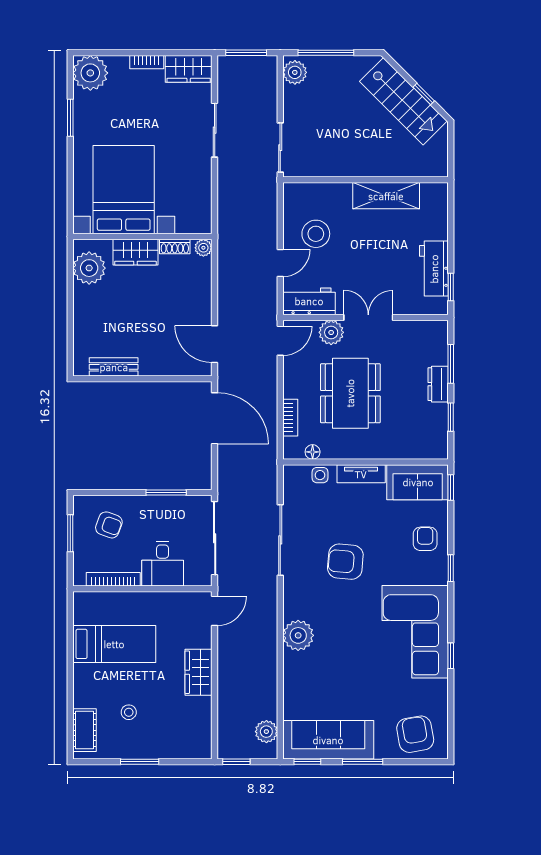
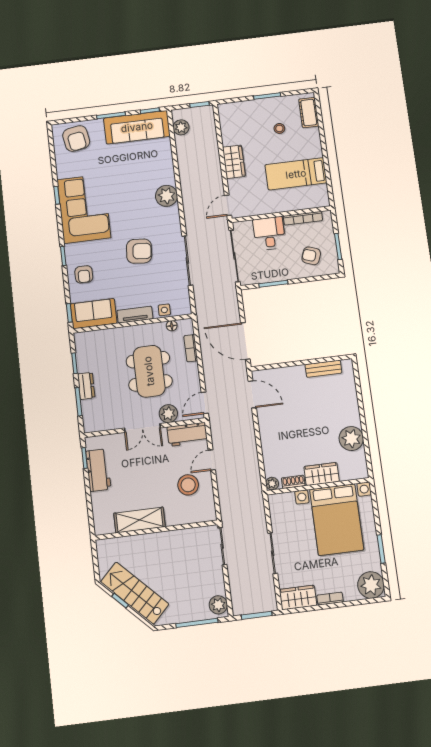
bed with nightstands: (124, 190) -> (337, 520), moved
wall: (142, 237) -> (318, 486), moved
shoe rack: (175, 247) -> (293, 482), moved
plant: (203, 248) -> (272, 484), moved
wardrobe: (135, 252) -> (322, 474), moved

